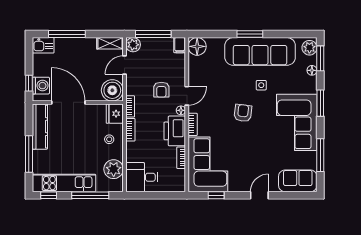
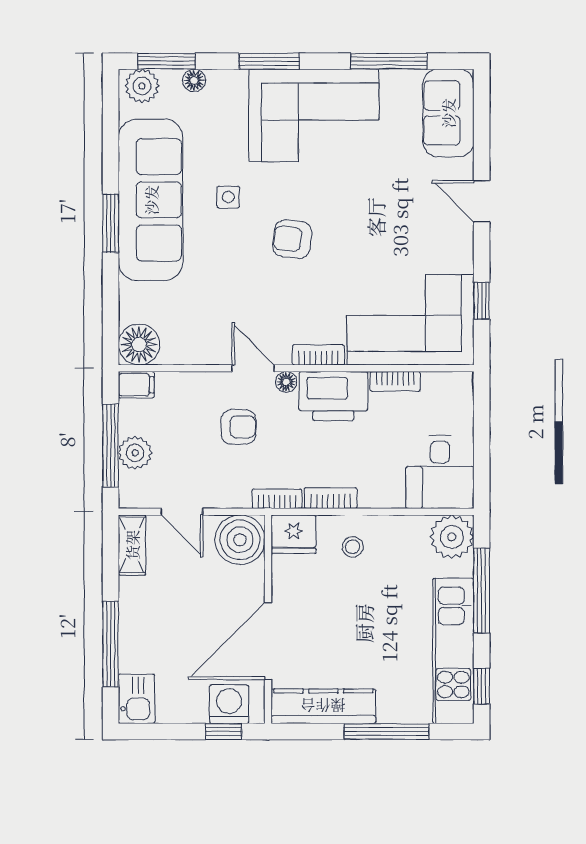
plant: (133, 45) -> (135, 453), moved
plant: (114, 169) -> (452, 537), moved

